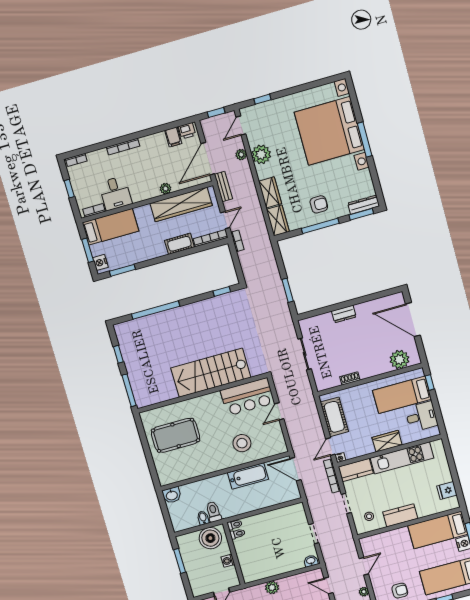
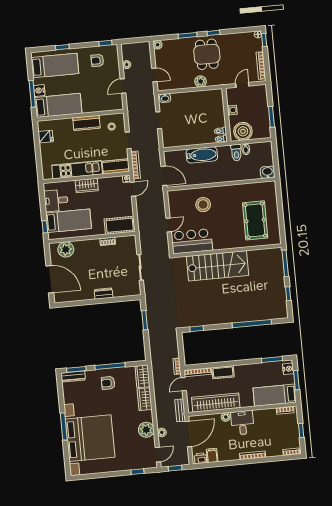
desk: (115, 193) -> (242, 423), moved
cot: (334, 417) -> (120, 225), moved, turned 90
pool table: (176, 435) -> (255, 220), turned 90
bathtub: (248, 476) -> (202, 155), moved, turned 180

